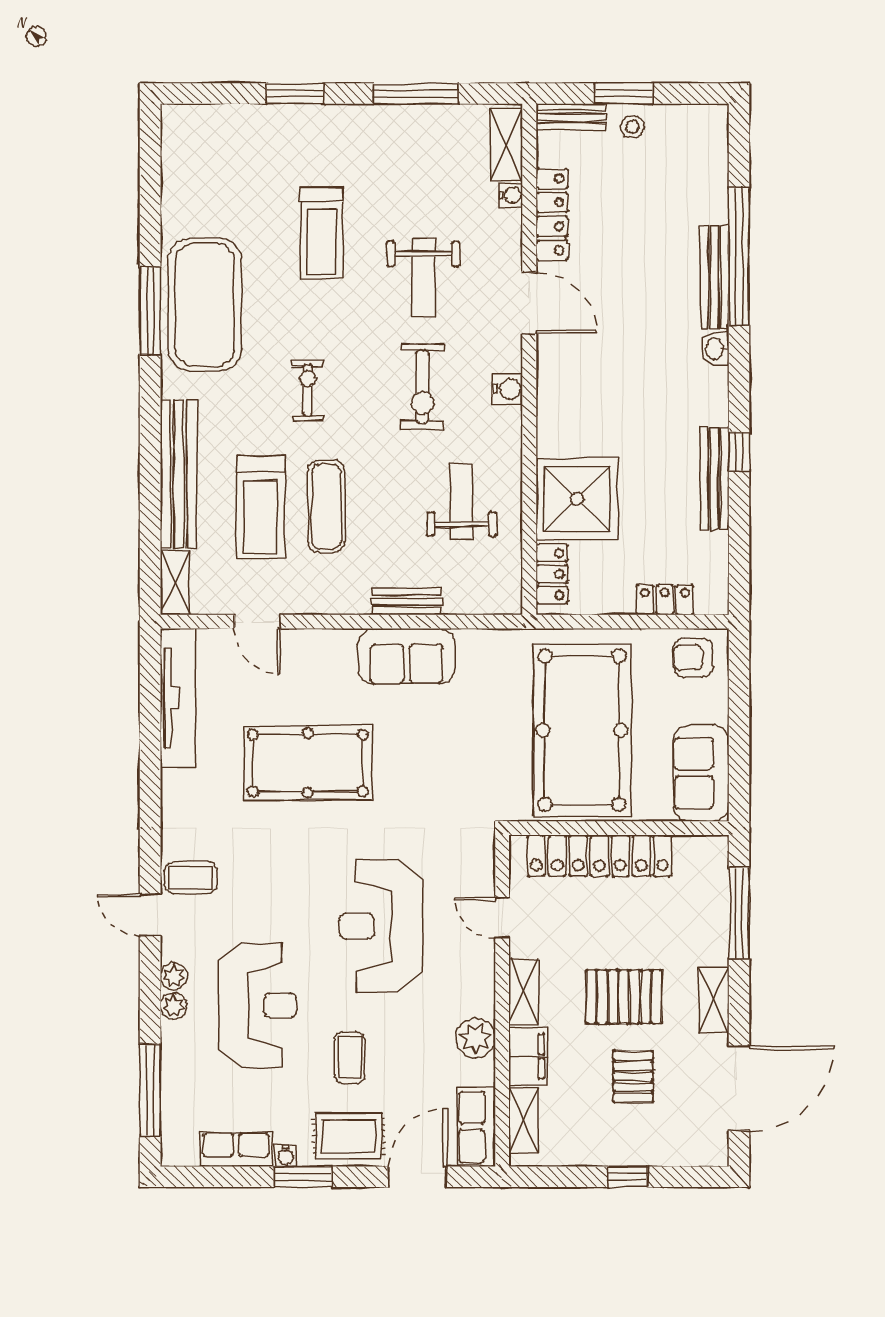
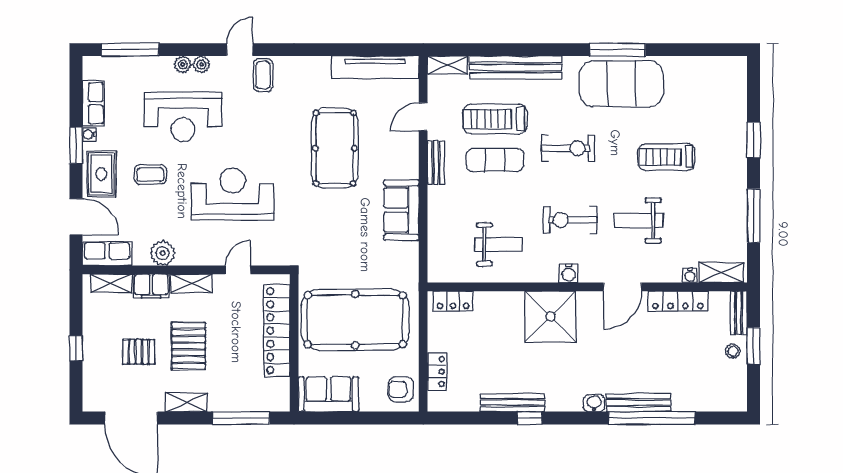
exercise bike: (308, 390) -> (568, 148), width x1.38, depth x1.39
shower: (577, 499) -> (550, 317), moved
bench: (407, 601) -> (436, 163), moved
armchair: (693, 657) -> (401, 389), turned -90

